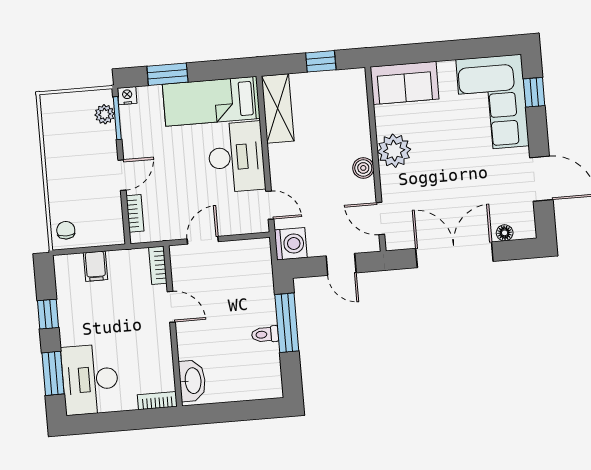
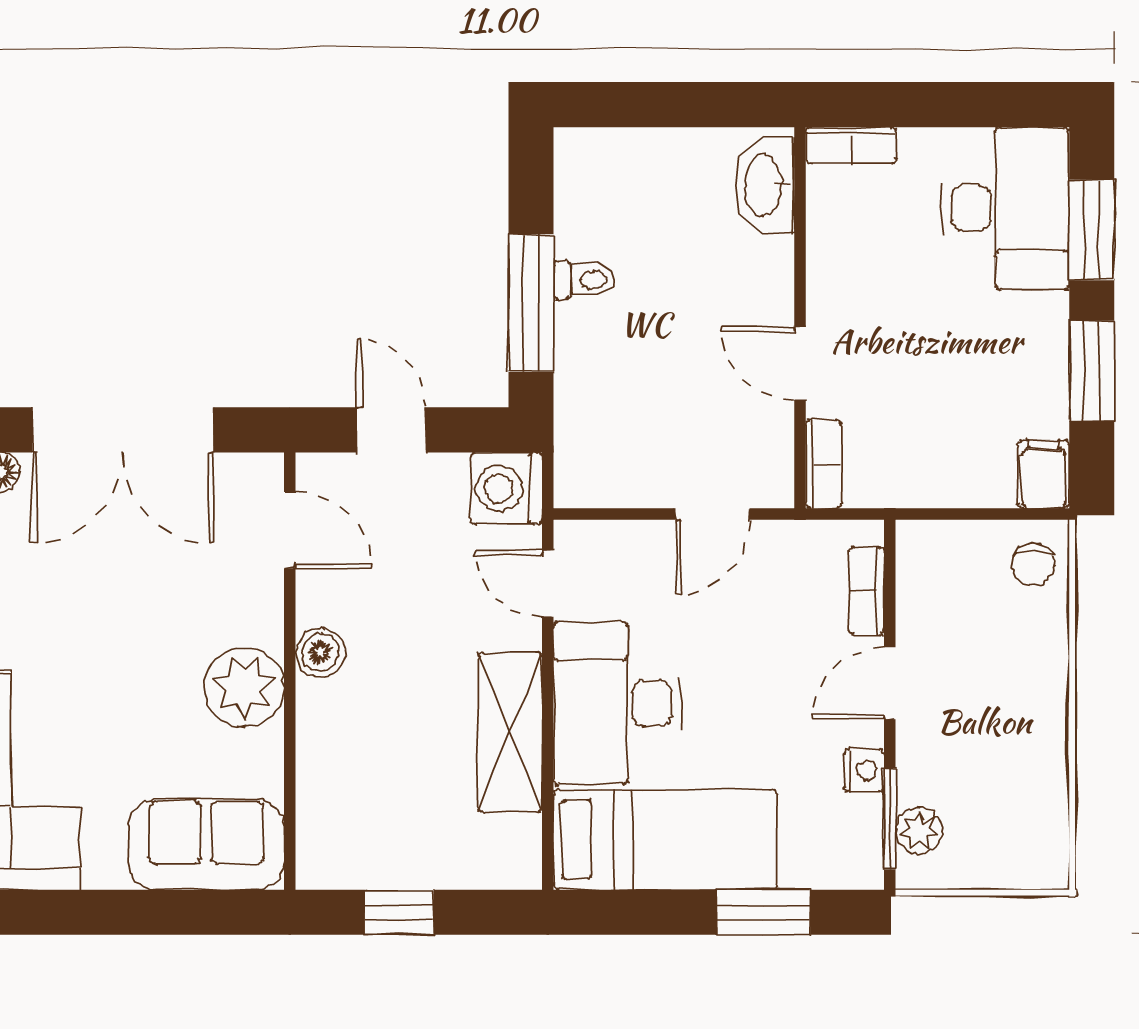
nightstand: (127, 96) -> (864, 770), moved, turned -90
shelving: (278, 109) -> (510, 732), moved
filing cabinet: (95, 266) -> (1044, 474), moved
window: (48, 314) -> (1092, 371), width x1.50

